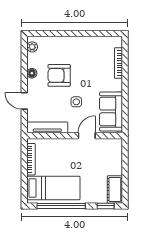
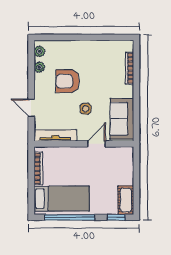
plant: (32, 62) -> (39, 67), added
floor lamp: (32, 73) -> (39, 79), removed

